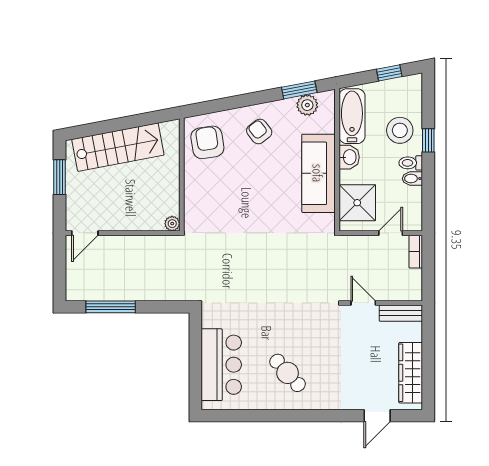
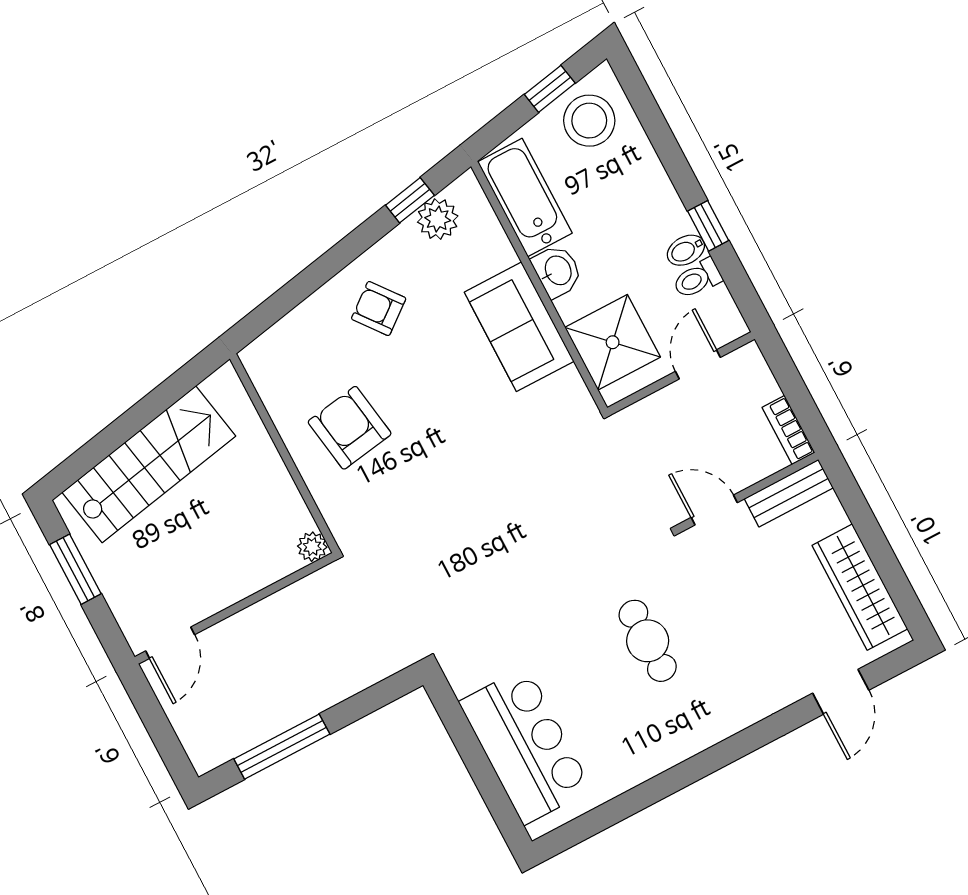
window: (299, 90) -> (410, 200), width x0.67
stool: (400, 130) -> (589, 121), moved
window: (428, 140) -> (708, 226), moved
armchair: (207, 142) -> (350, 428), moved
toilet: (411, 163) -> (697, 279), moved
sofa: (318, 173) -> (519, 327), width x0.73
bookcase: (416, 252) -> (788, 430), moved
cafe table: (288, 373) -> (648, 641), moved, turned 42

